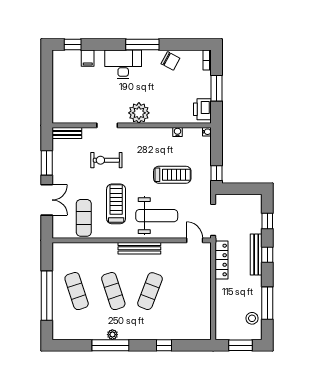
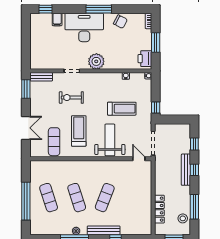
desk: (123, 64) -> (84, 27), width x1.36, depth x1.30
window: (47, 163) -> (26, 89), moved
weight bench: (157, 216) -> (110, 140), turned -90
bench: (139, 248) -> (104, 230), moved
locker: (221, 260) -> (159, 209), moved

